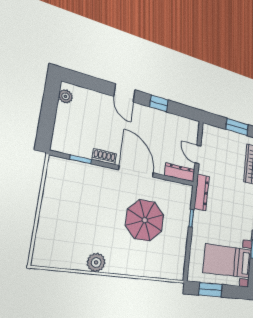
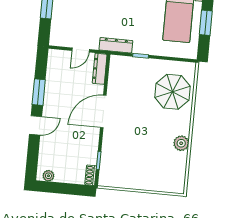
window: (159, 103) -> (39, 92), width x1.50
shoe rack: (104, 157) -> (91, 175), moved
parasol: (145, 220) -> (172, 92), moved
window: (210, 290) -> (206, 23), moved

